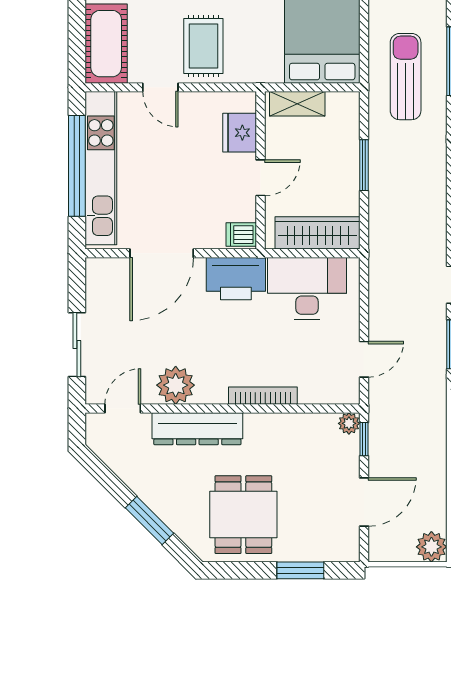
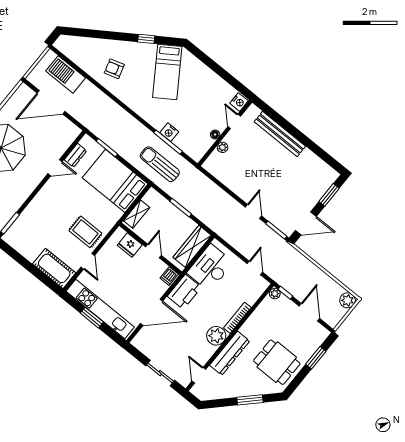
door: (160, 87) -> (88, 261), hinge flipped
window: (77, 166) -> (92, 318), width x0.47
door: (162, 253) -> (152, 312), hinge flipped
plant: (176, 385) -> (216, 336), moved

